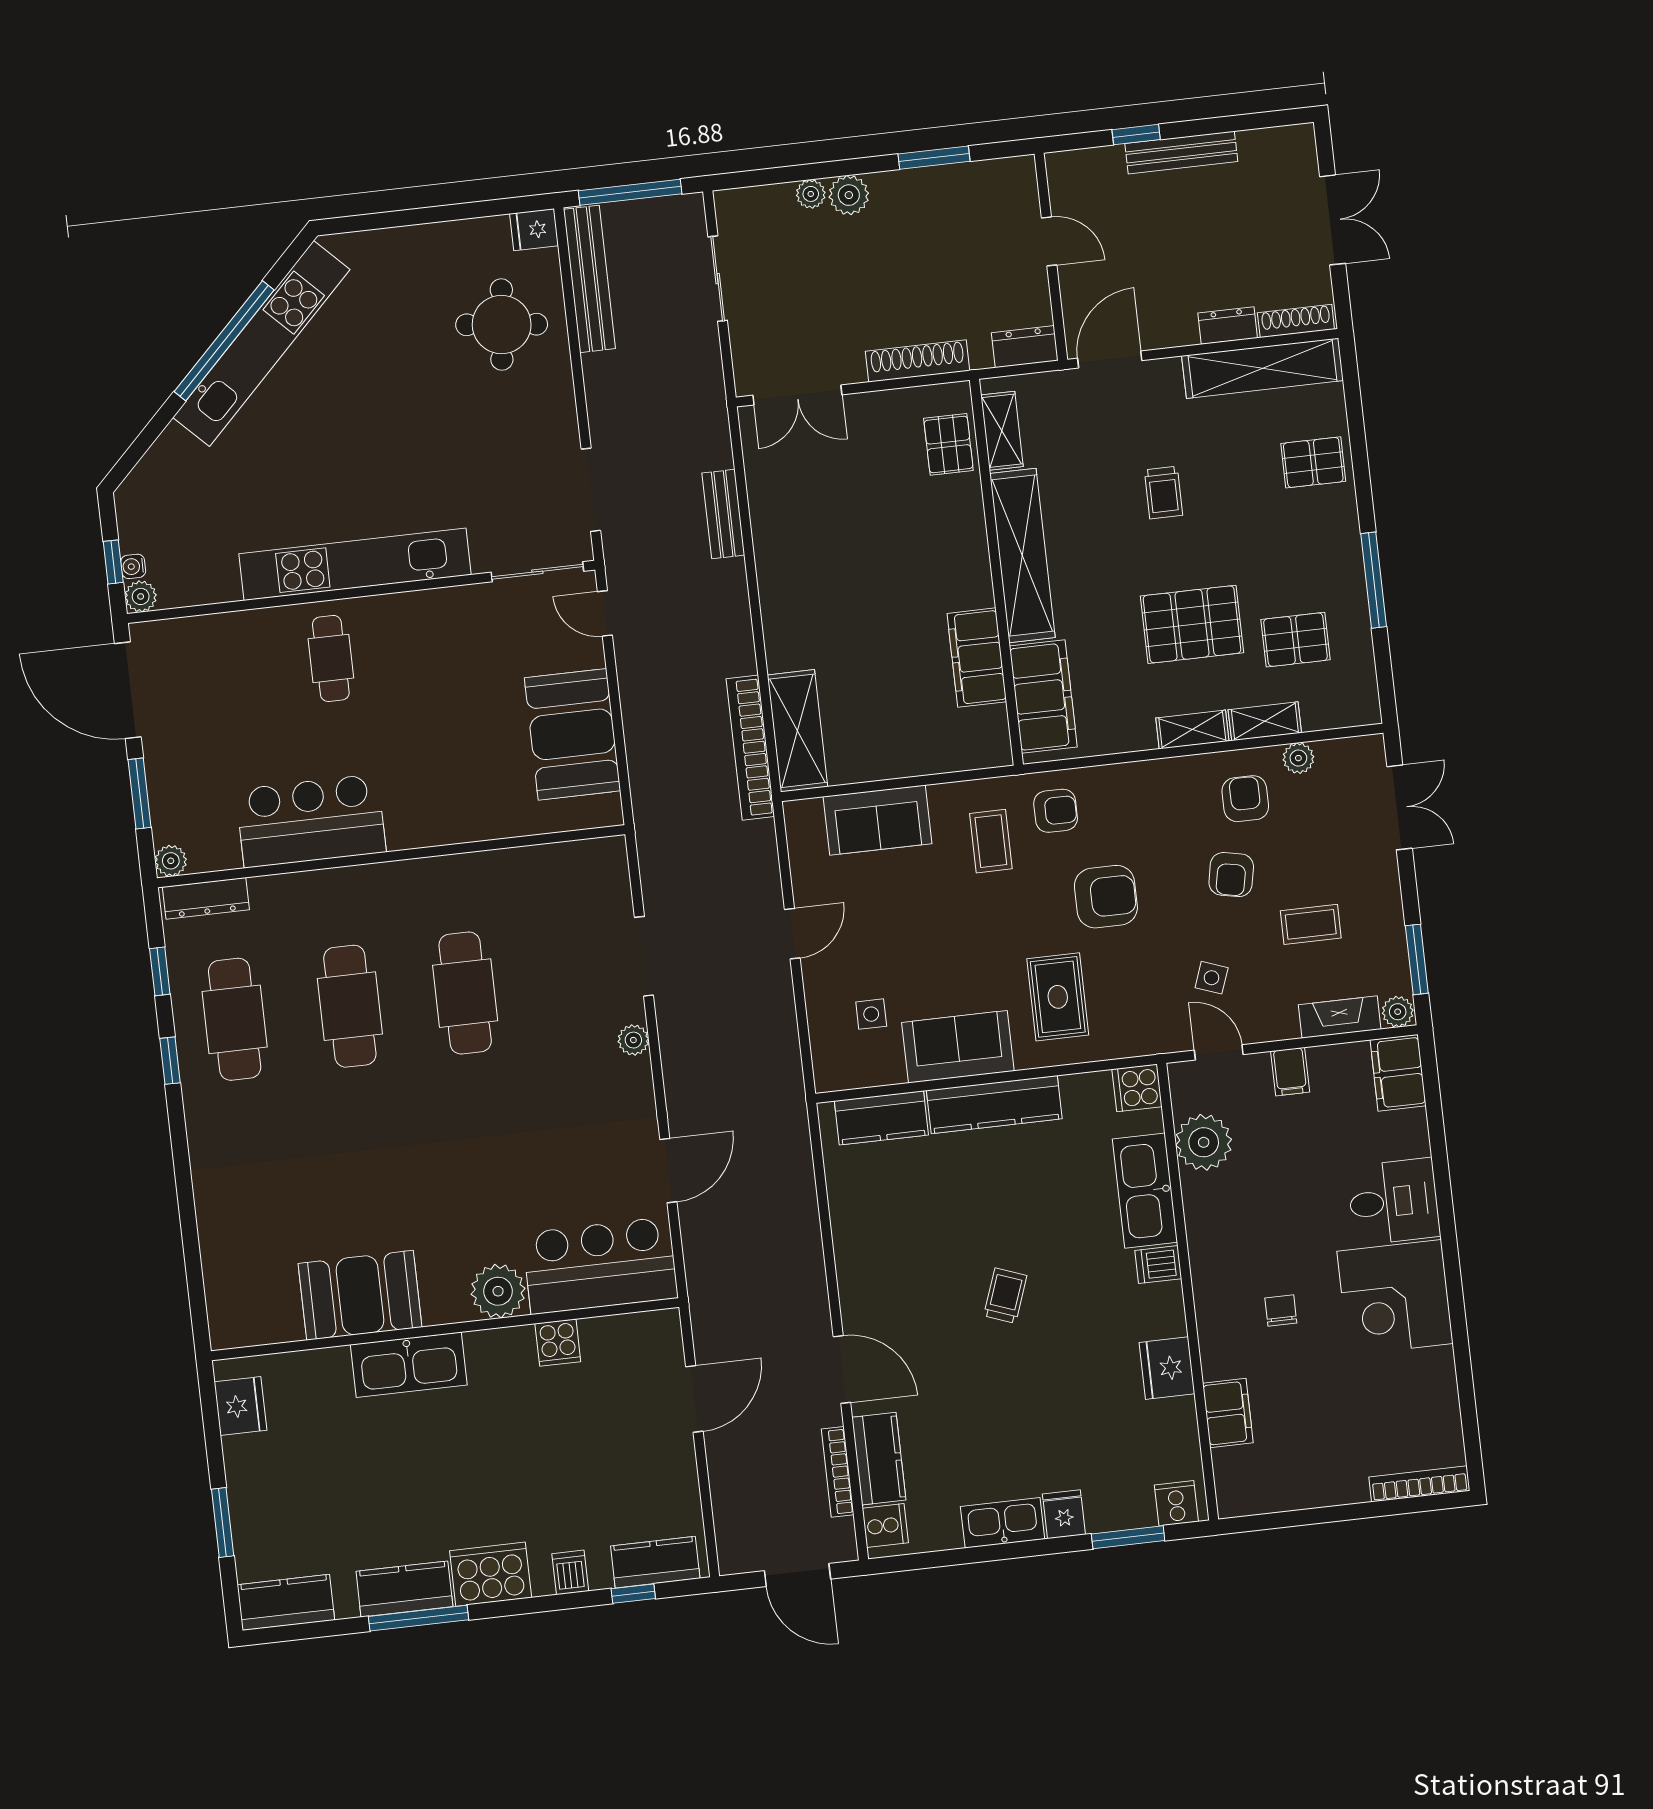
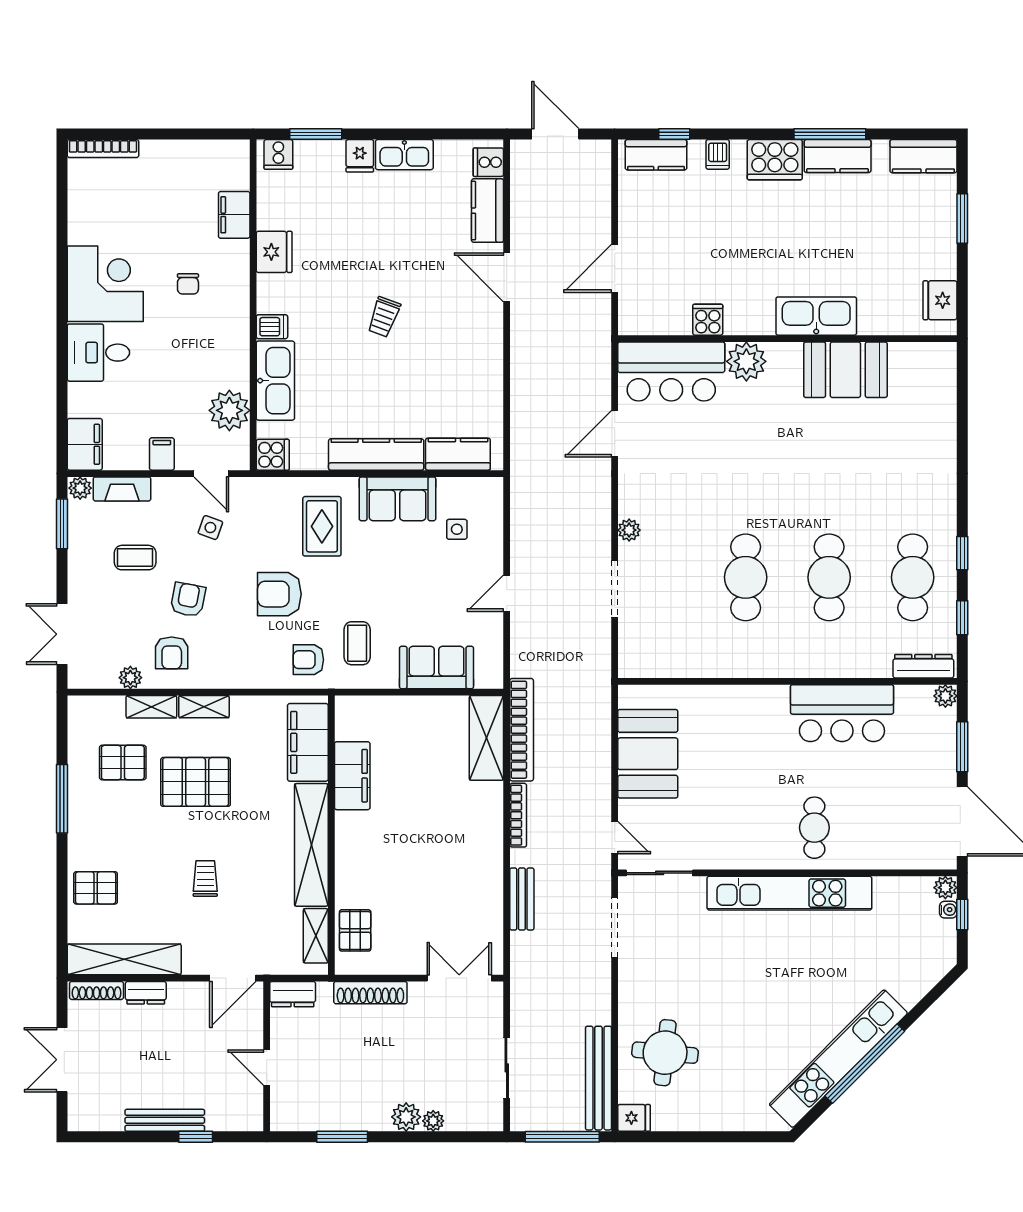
bookcase: (838, 1472) -> (518, 815), moved

